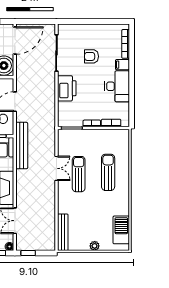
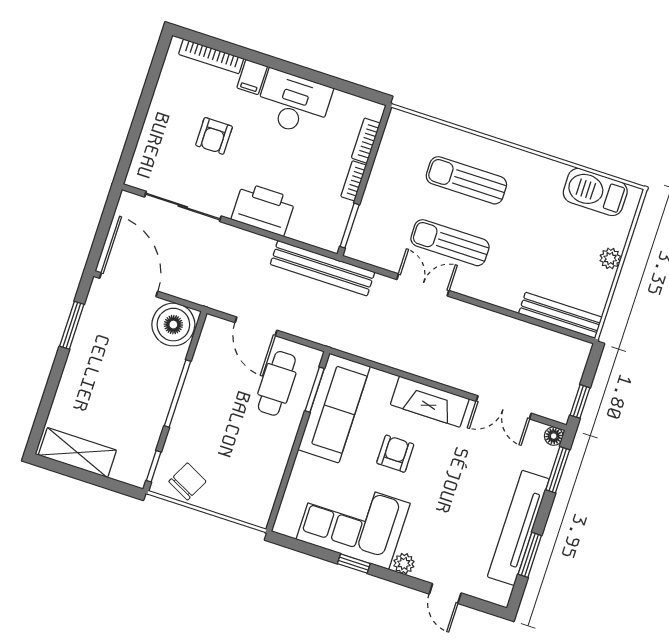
bench: (22, 146) -> (323, 268), moved

